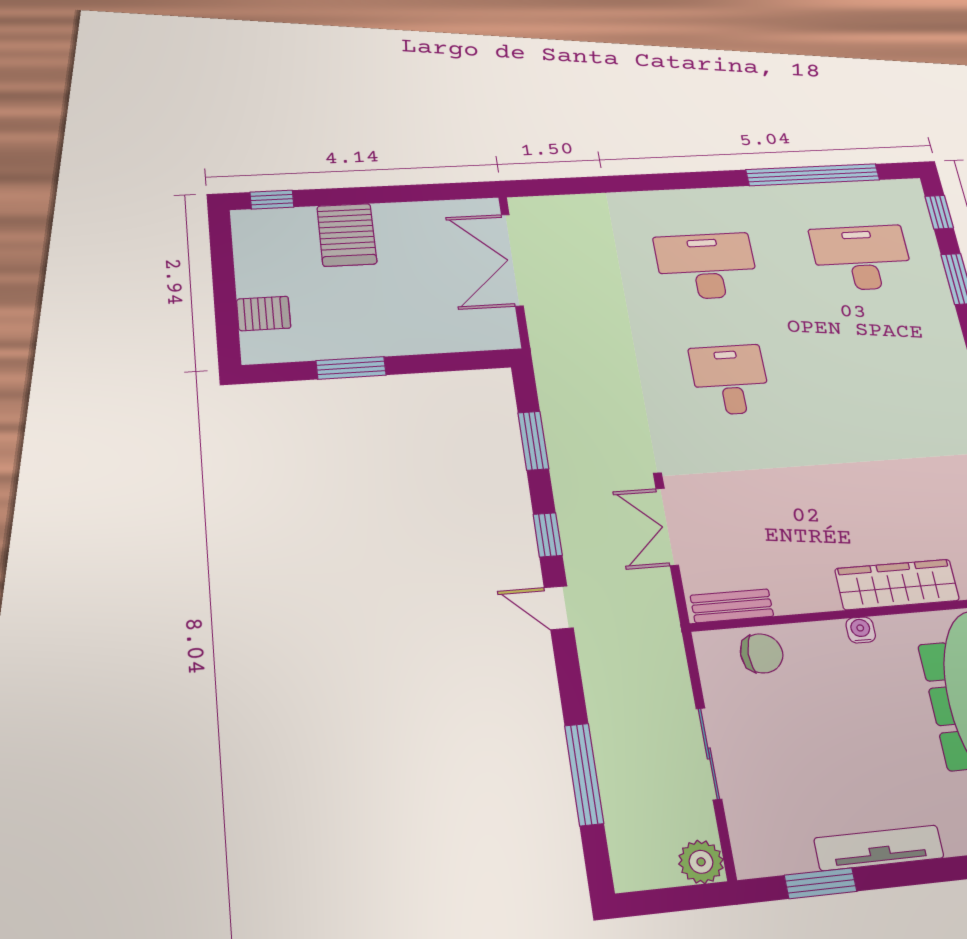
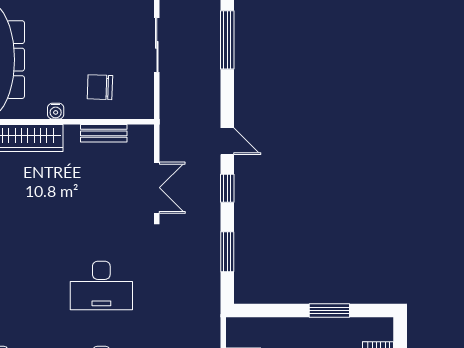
desk: (730, 380) -> (101, 285), width x1.37
bench: (732, 606) -> (104, 133), moved
chair: (762, 653) -> (100, 87), moved

